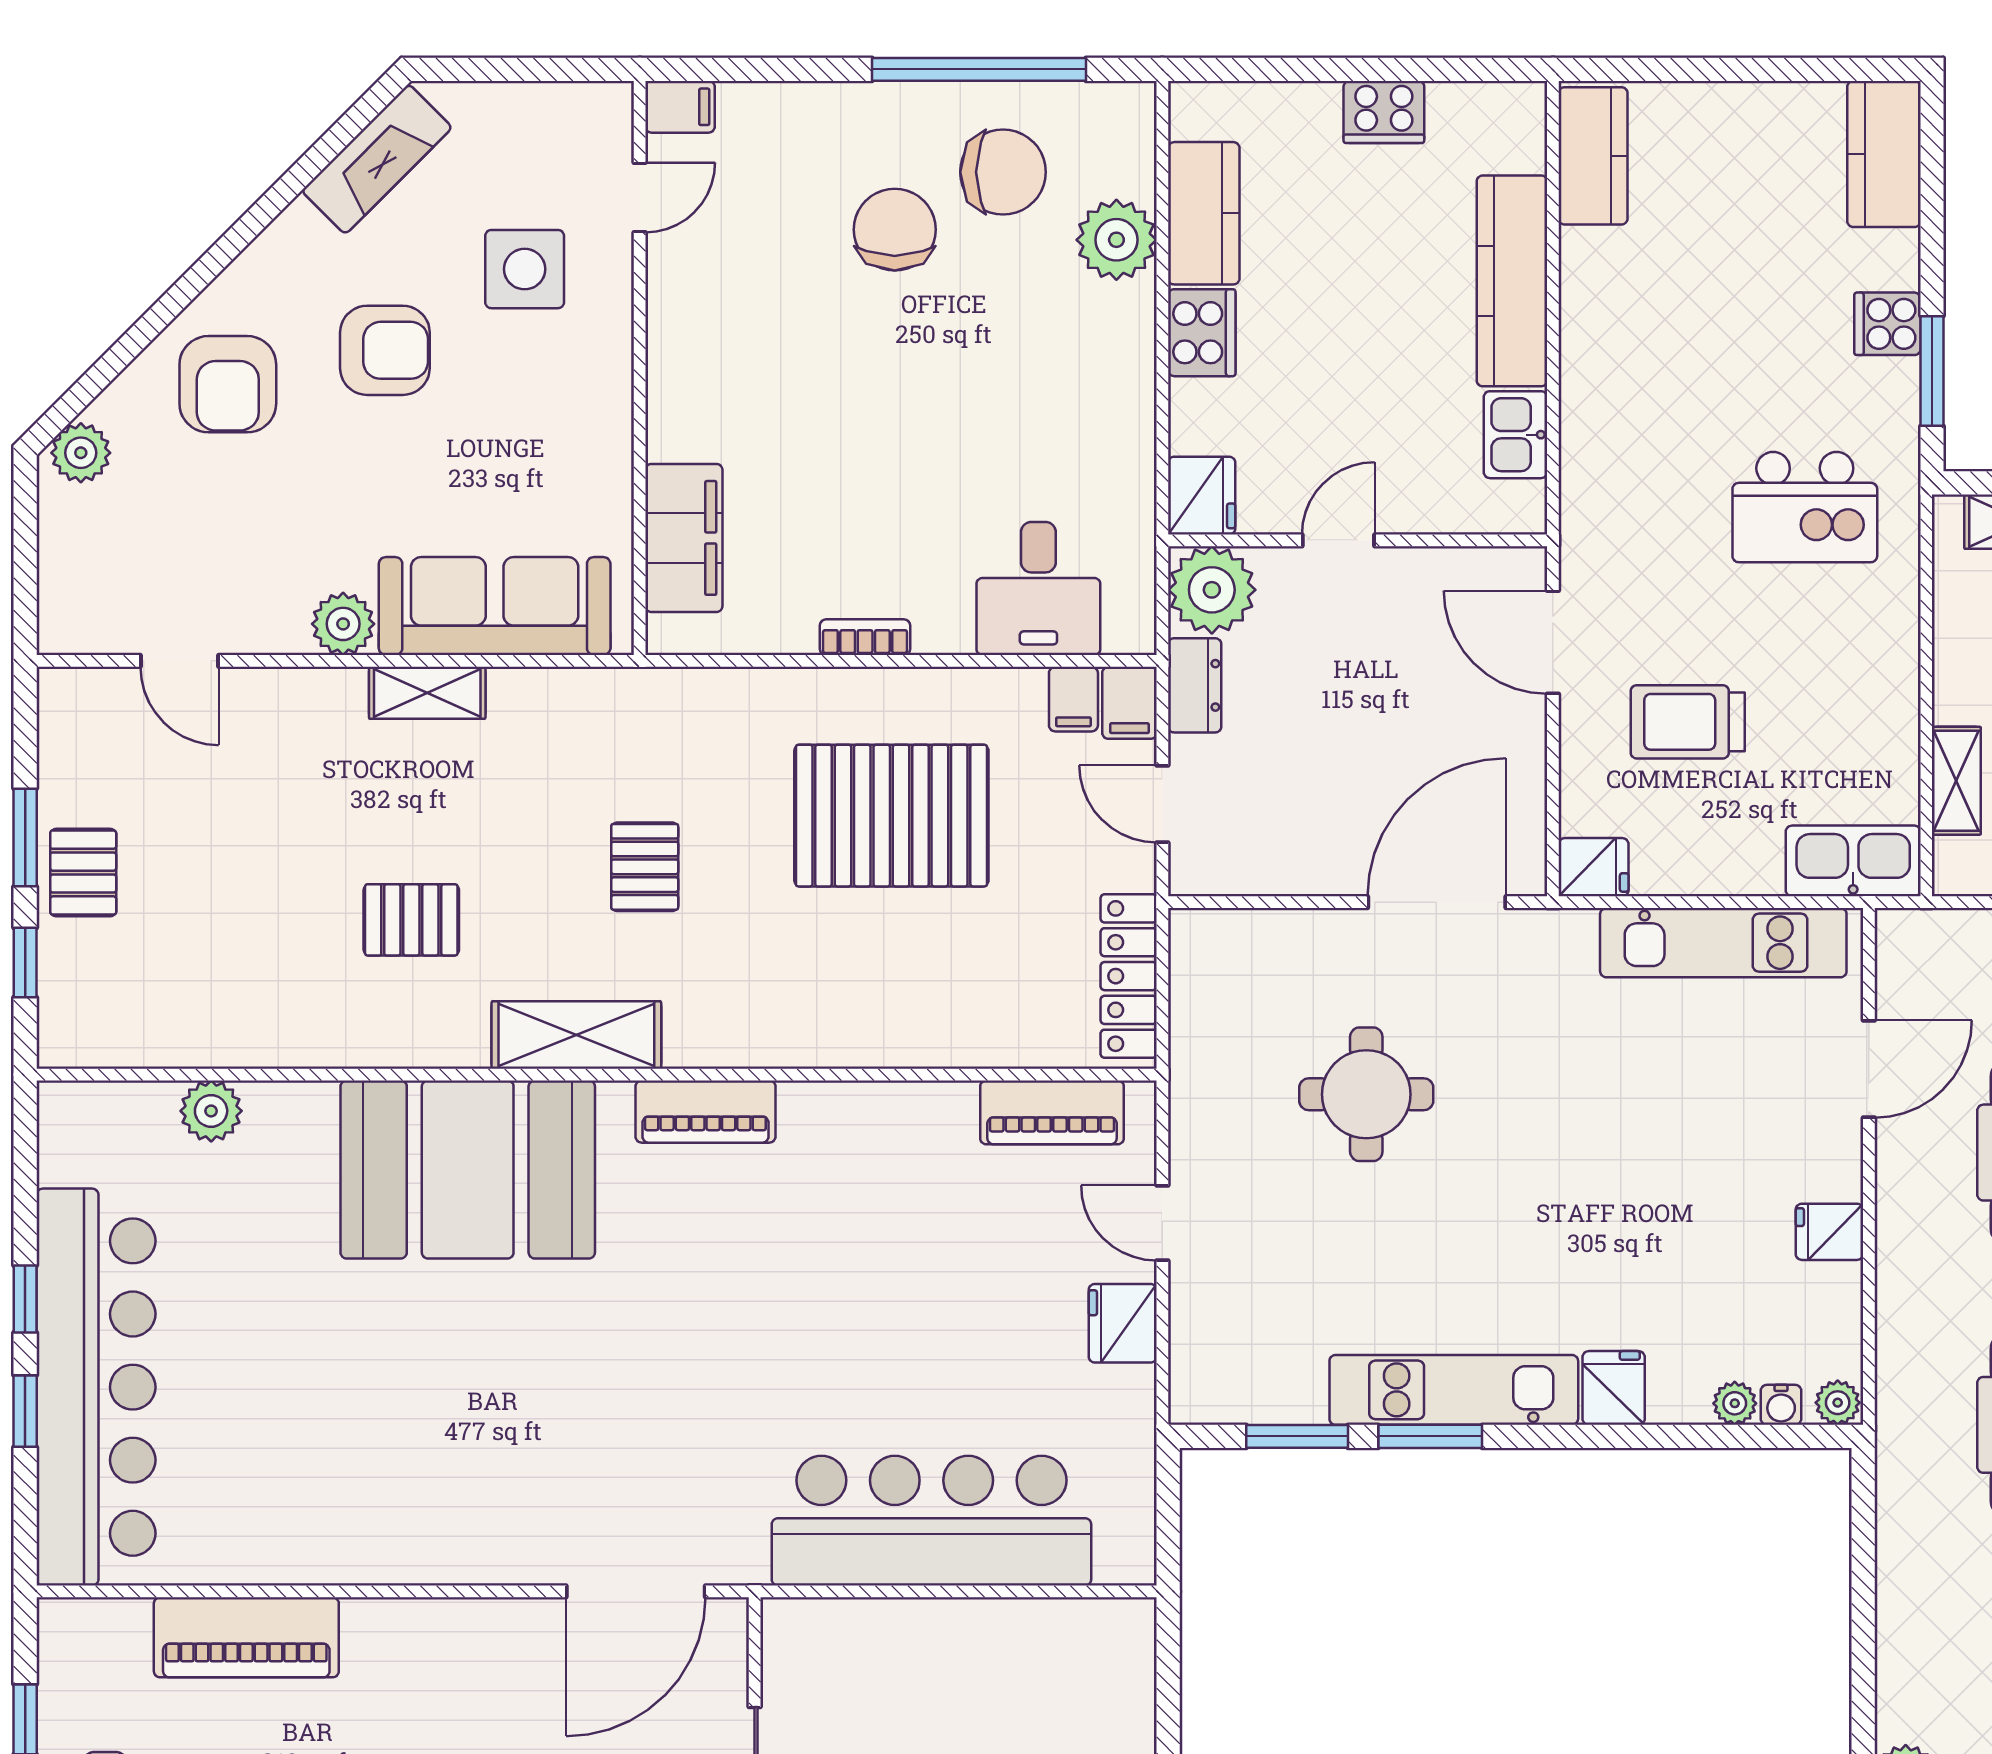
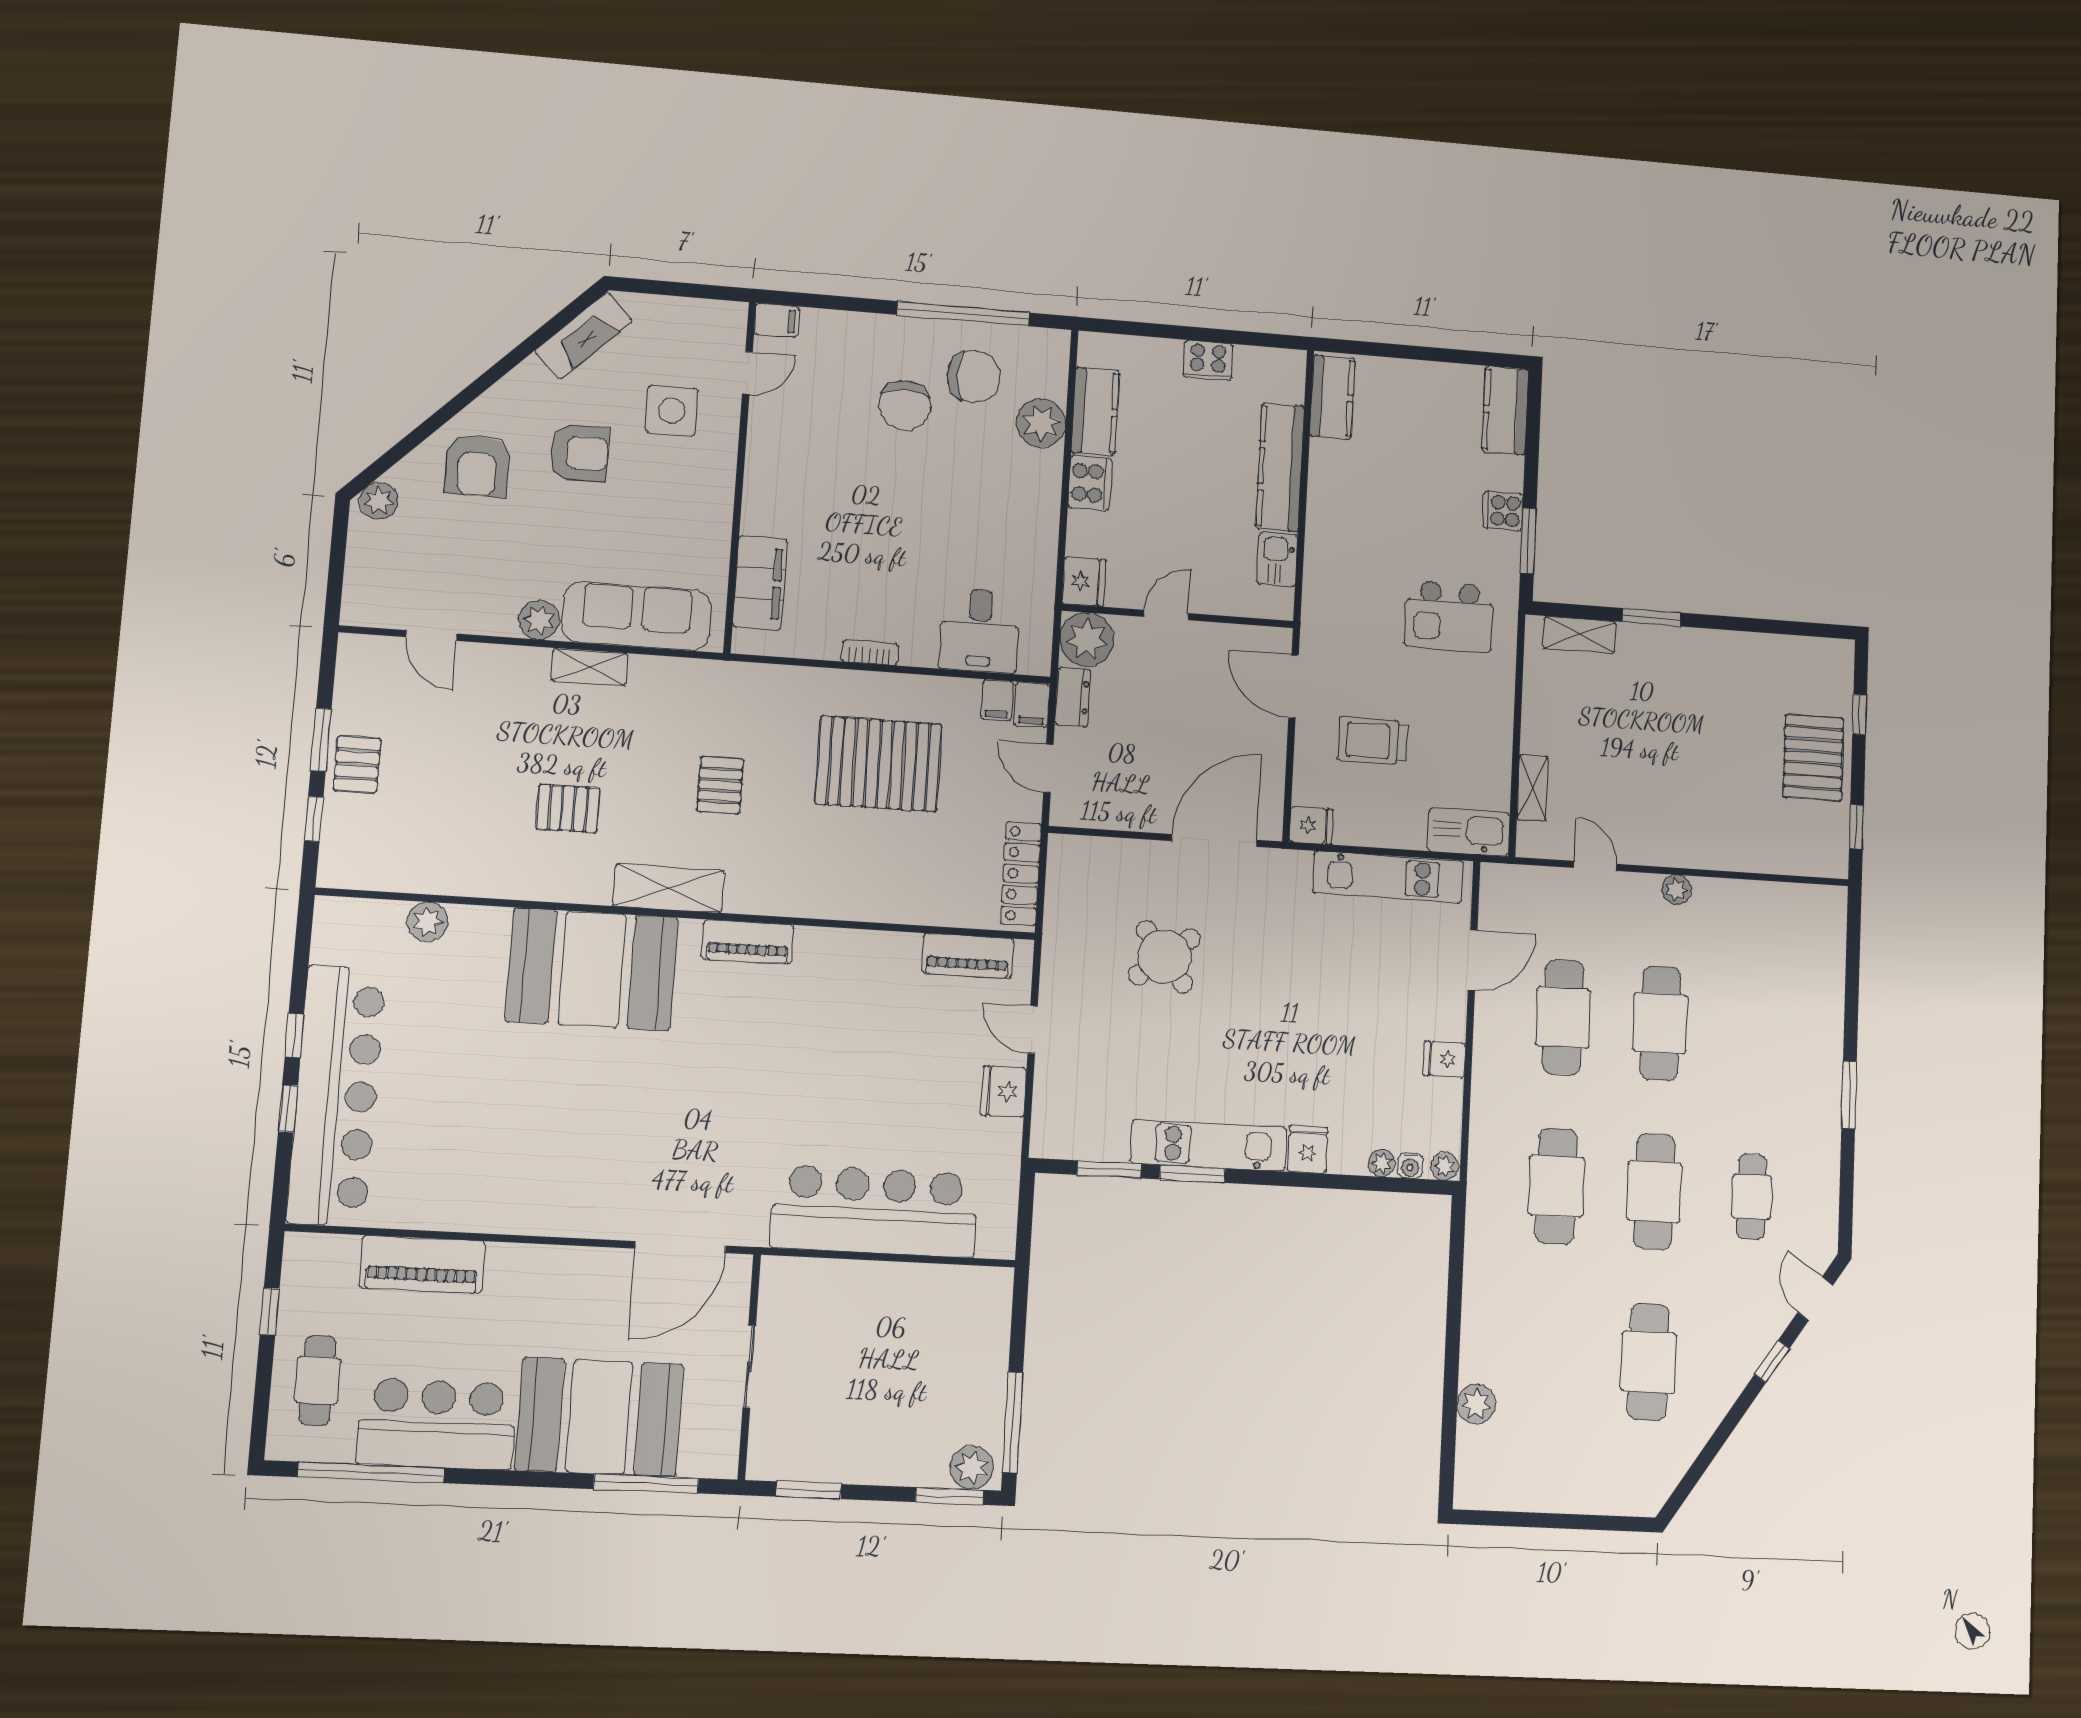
chair: (895, 230) -> (905, 405), turned 180
round table: (1366, 1094) -> (1164, 957), turned -38

